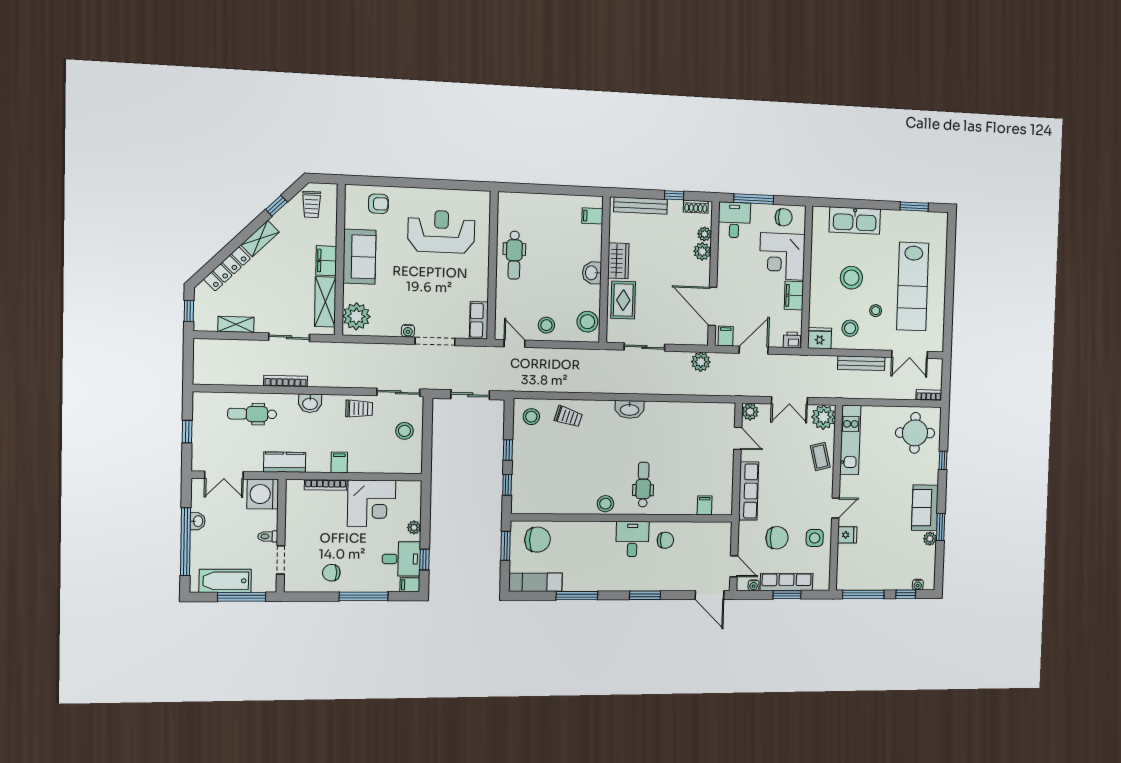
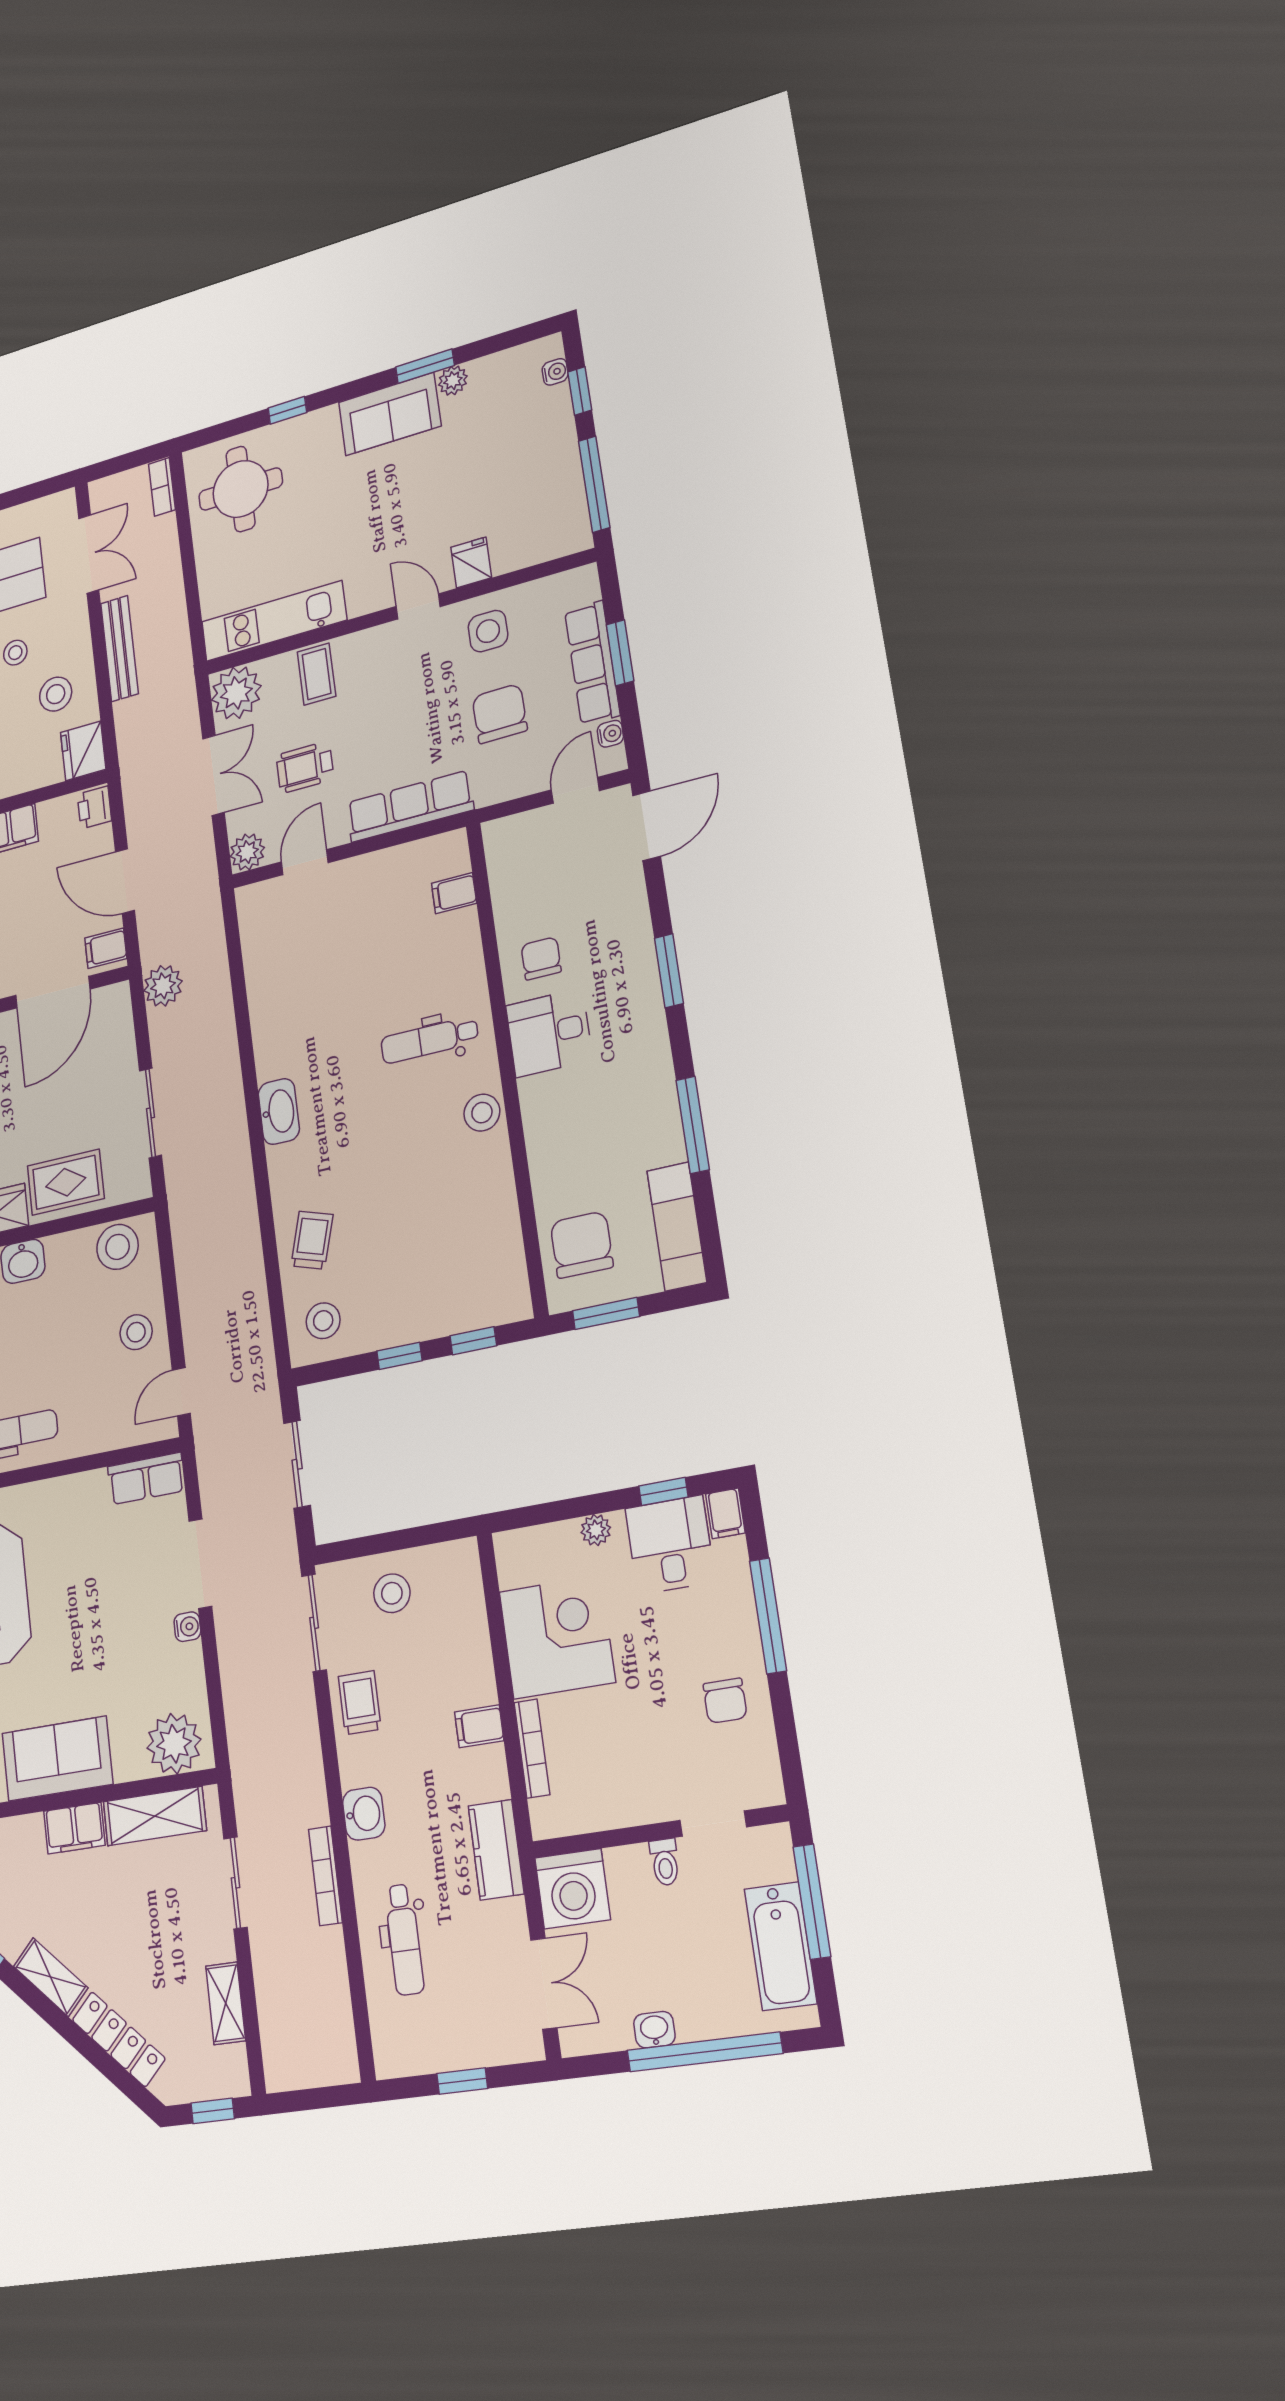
wheelchair: (780, 445) -> (305, 767), added
coffee table: (820, 456) -> (317, 674), turned -76

